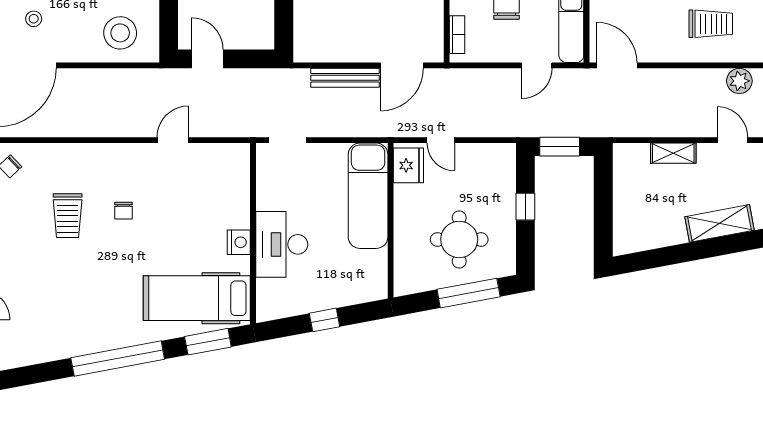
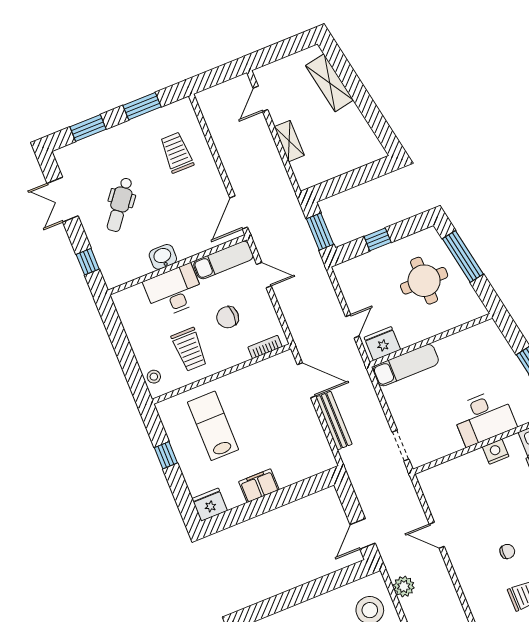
plant: (739, 81) -> (404, 586), moved
exam couch: (368, 196) -> (406, 365), width x0.73, depth x0.69

